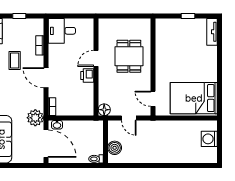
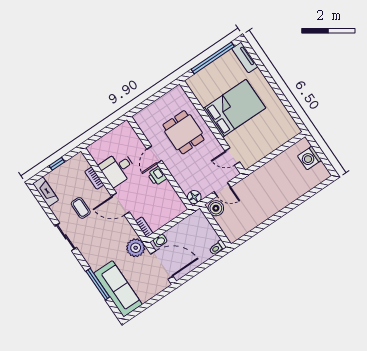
window: (188, 16) -> (213, 58), width x3.17
desk: (62, 31) -> (118, 169), moved
bed: (194, 98) -> (234, 108), moved, turned 180
boiler: (115, 148) -> (216, 208), moved

